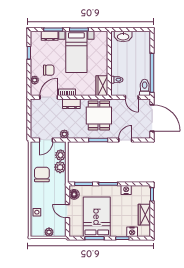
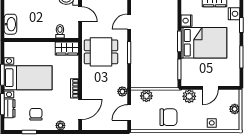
chair: (49, 70) -> (36, 114), moved
door: (49, 97) -> (80, 109), swing flipped
door: (132, 97) -> (80, 14), hinge flipped
dresser: (71, 104) -> (88, 83), removed
door: (46, 140) -> (129, 113), swing flipped
door: (125, 140) -> (129, 22), hinge flipped
plant: (60, 167) -> (189, 96), moved
chair: (42, 174) -> (168, 117), turned 180
floor lamp: (74, 194) -> (191, 80), removed
bed: (97, 217) -> (204, 43), moved, turned 180

